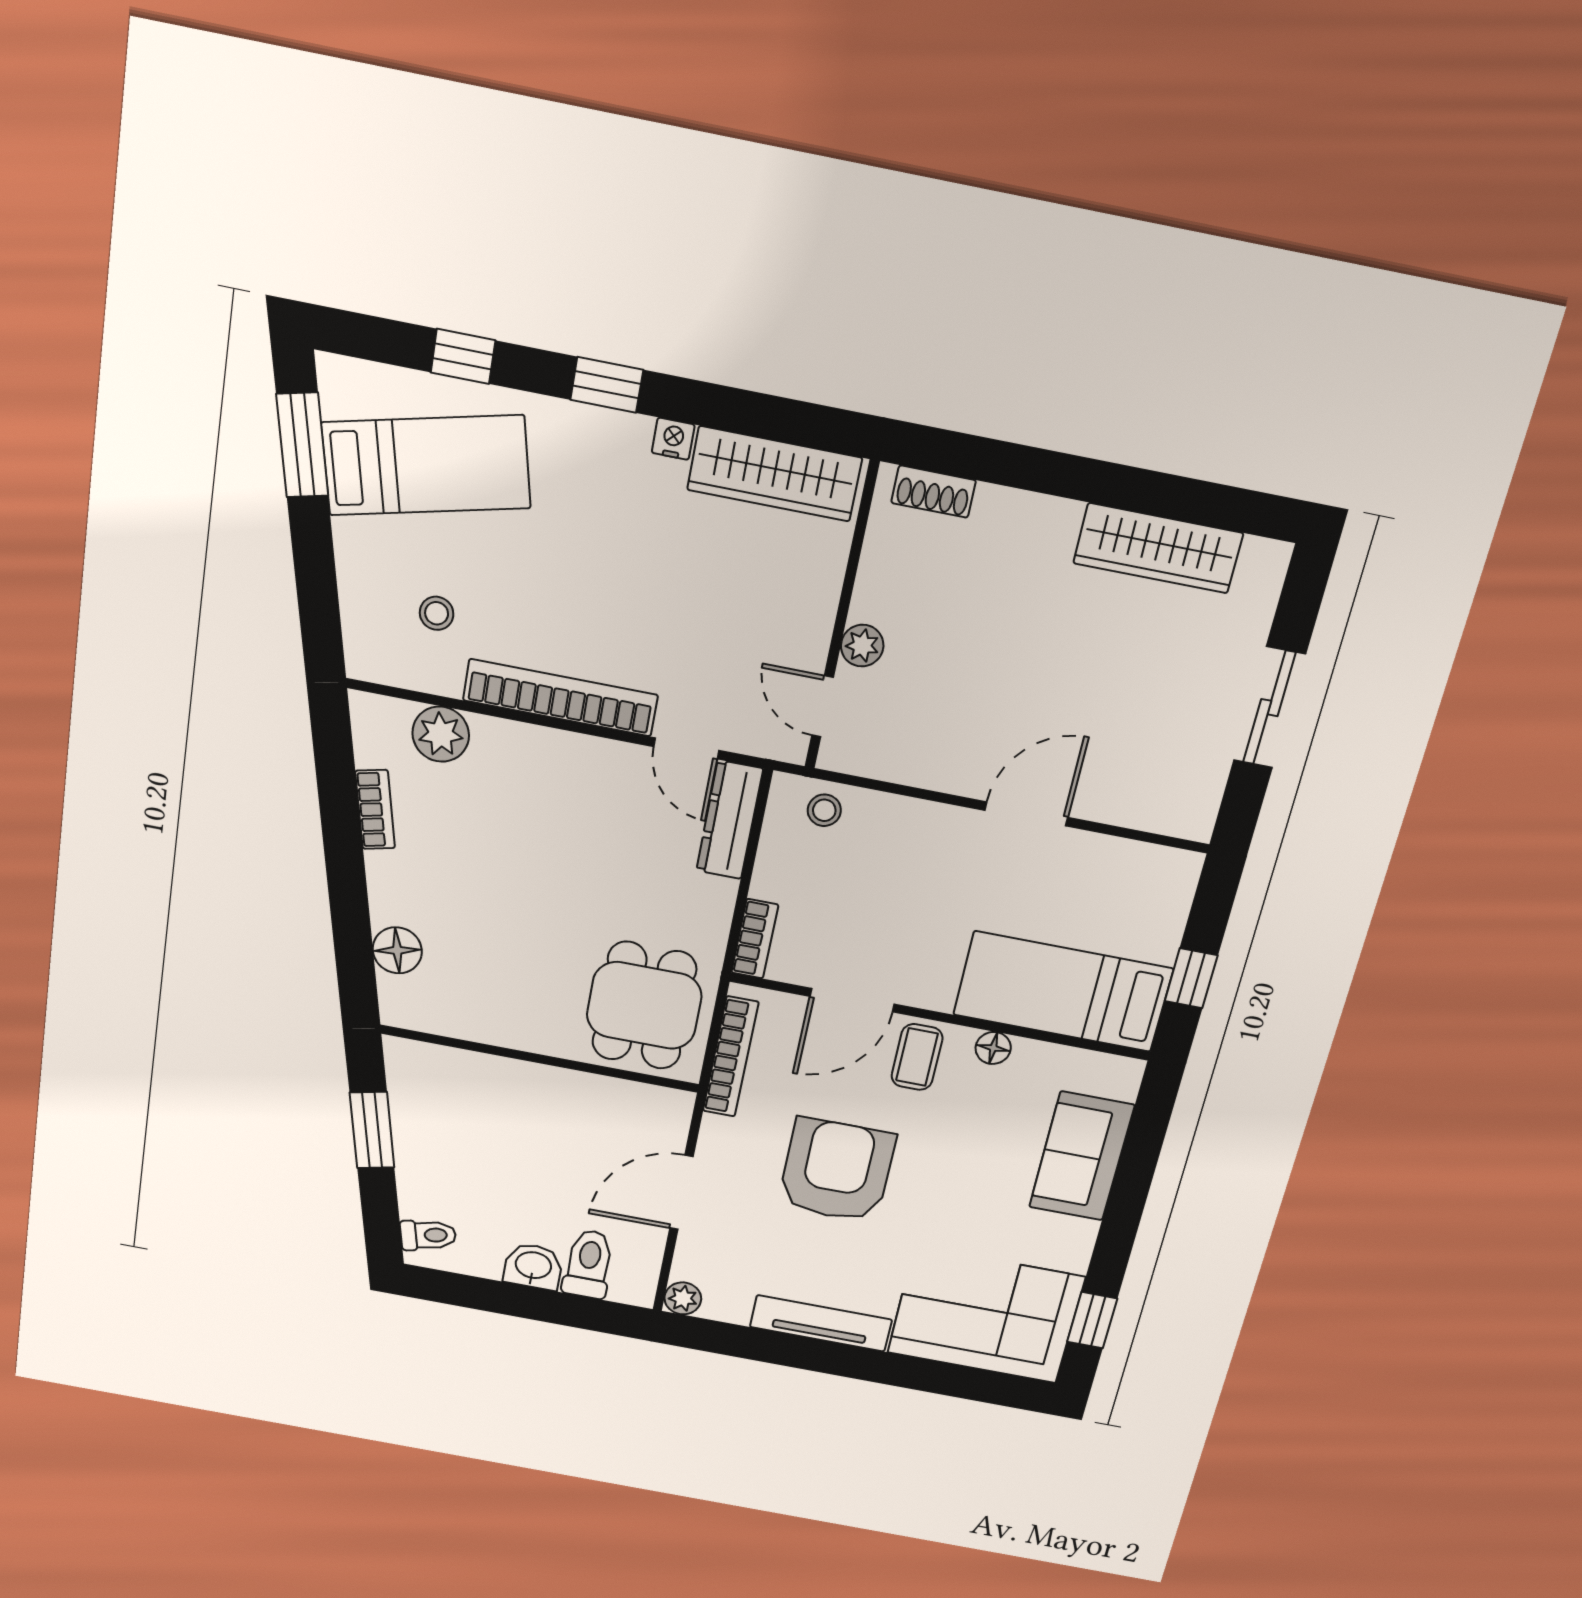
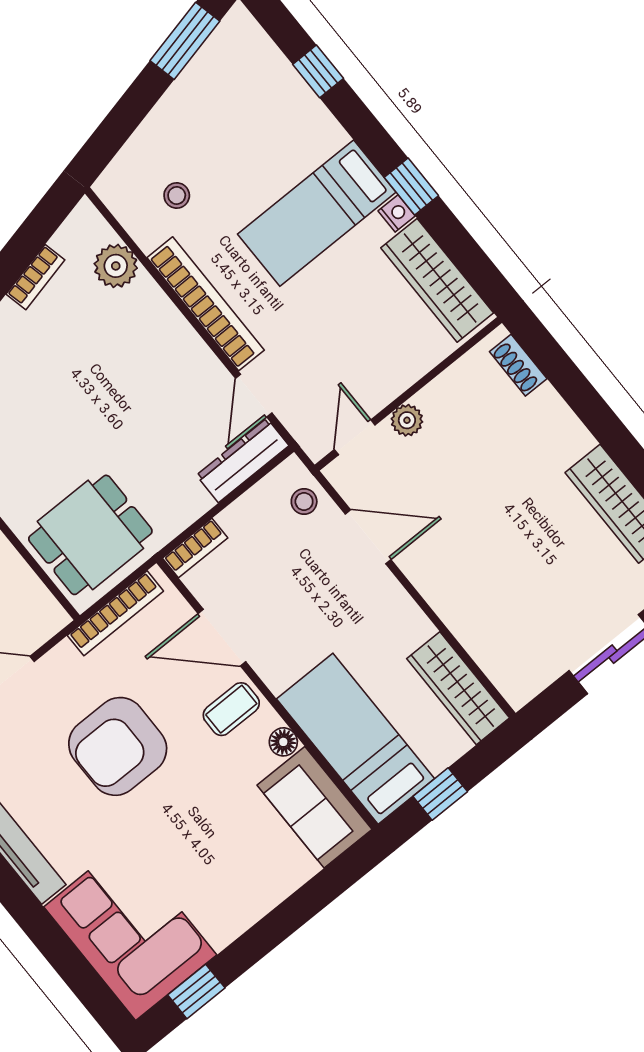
window: (607, 385) -> (411, 186), moved
bed: (426, 465) -> (317, 213), moved, turned 103
door: (1026, 814) -> (368, 537), moved
wardrobe: (1130, 866) -> (458, 688), added
sofa: (1082, 1156) -> (315, 807), moved, turned -90
armchair: (837, 1170) -> (118, 746), turned 180

